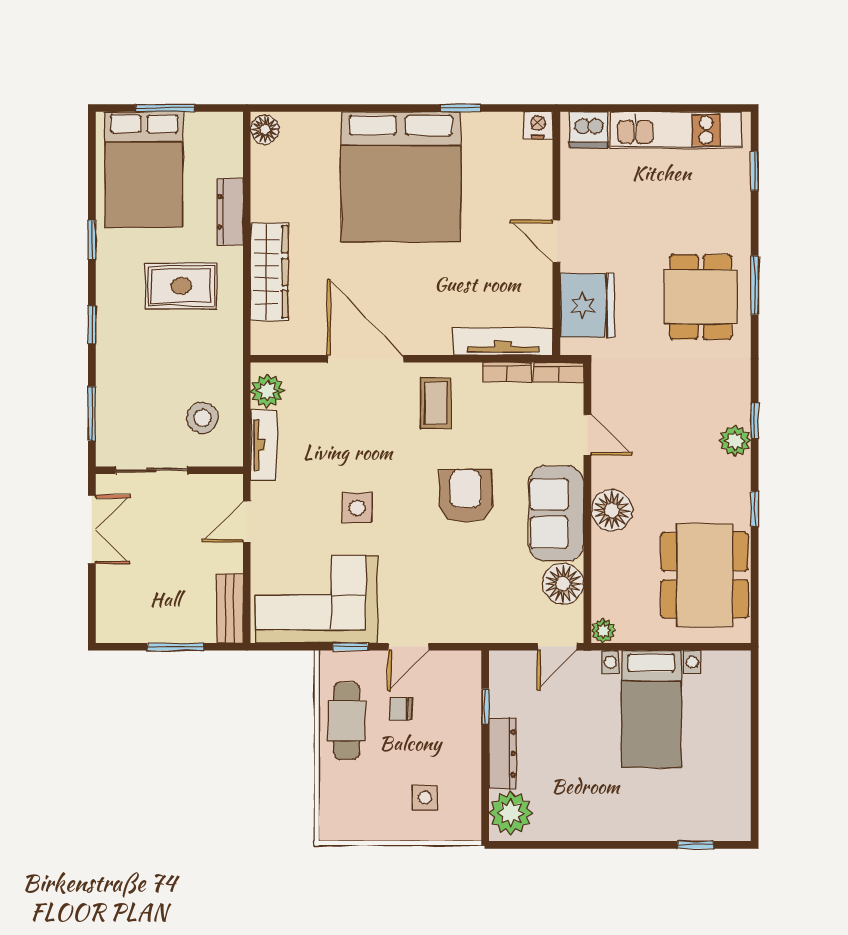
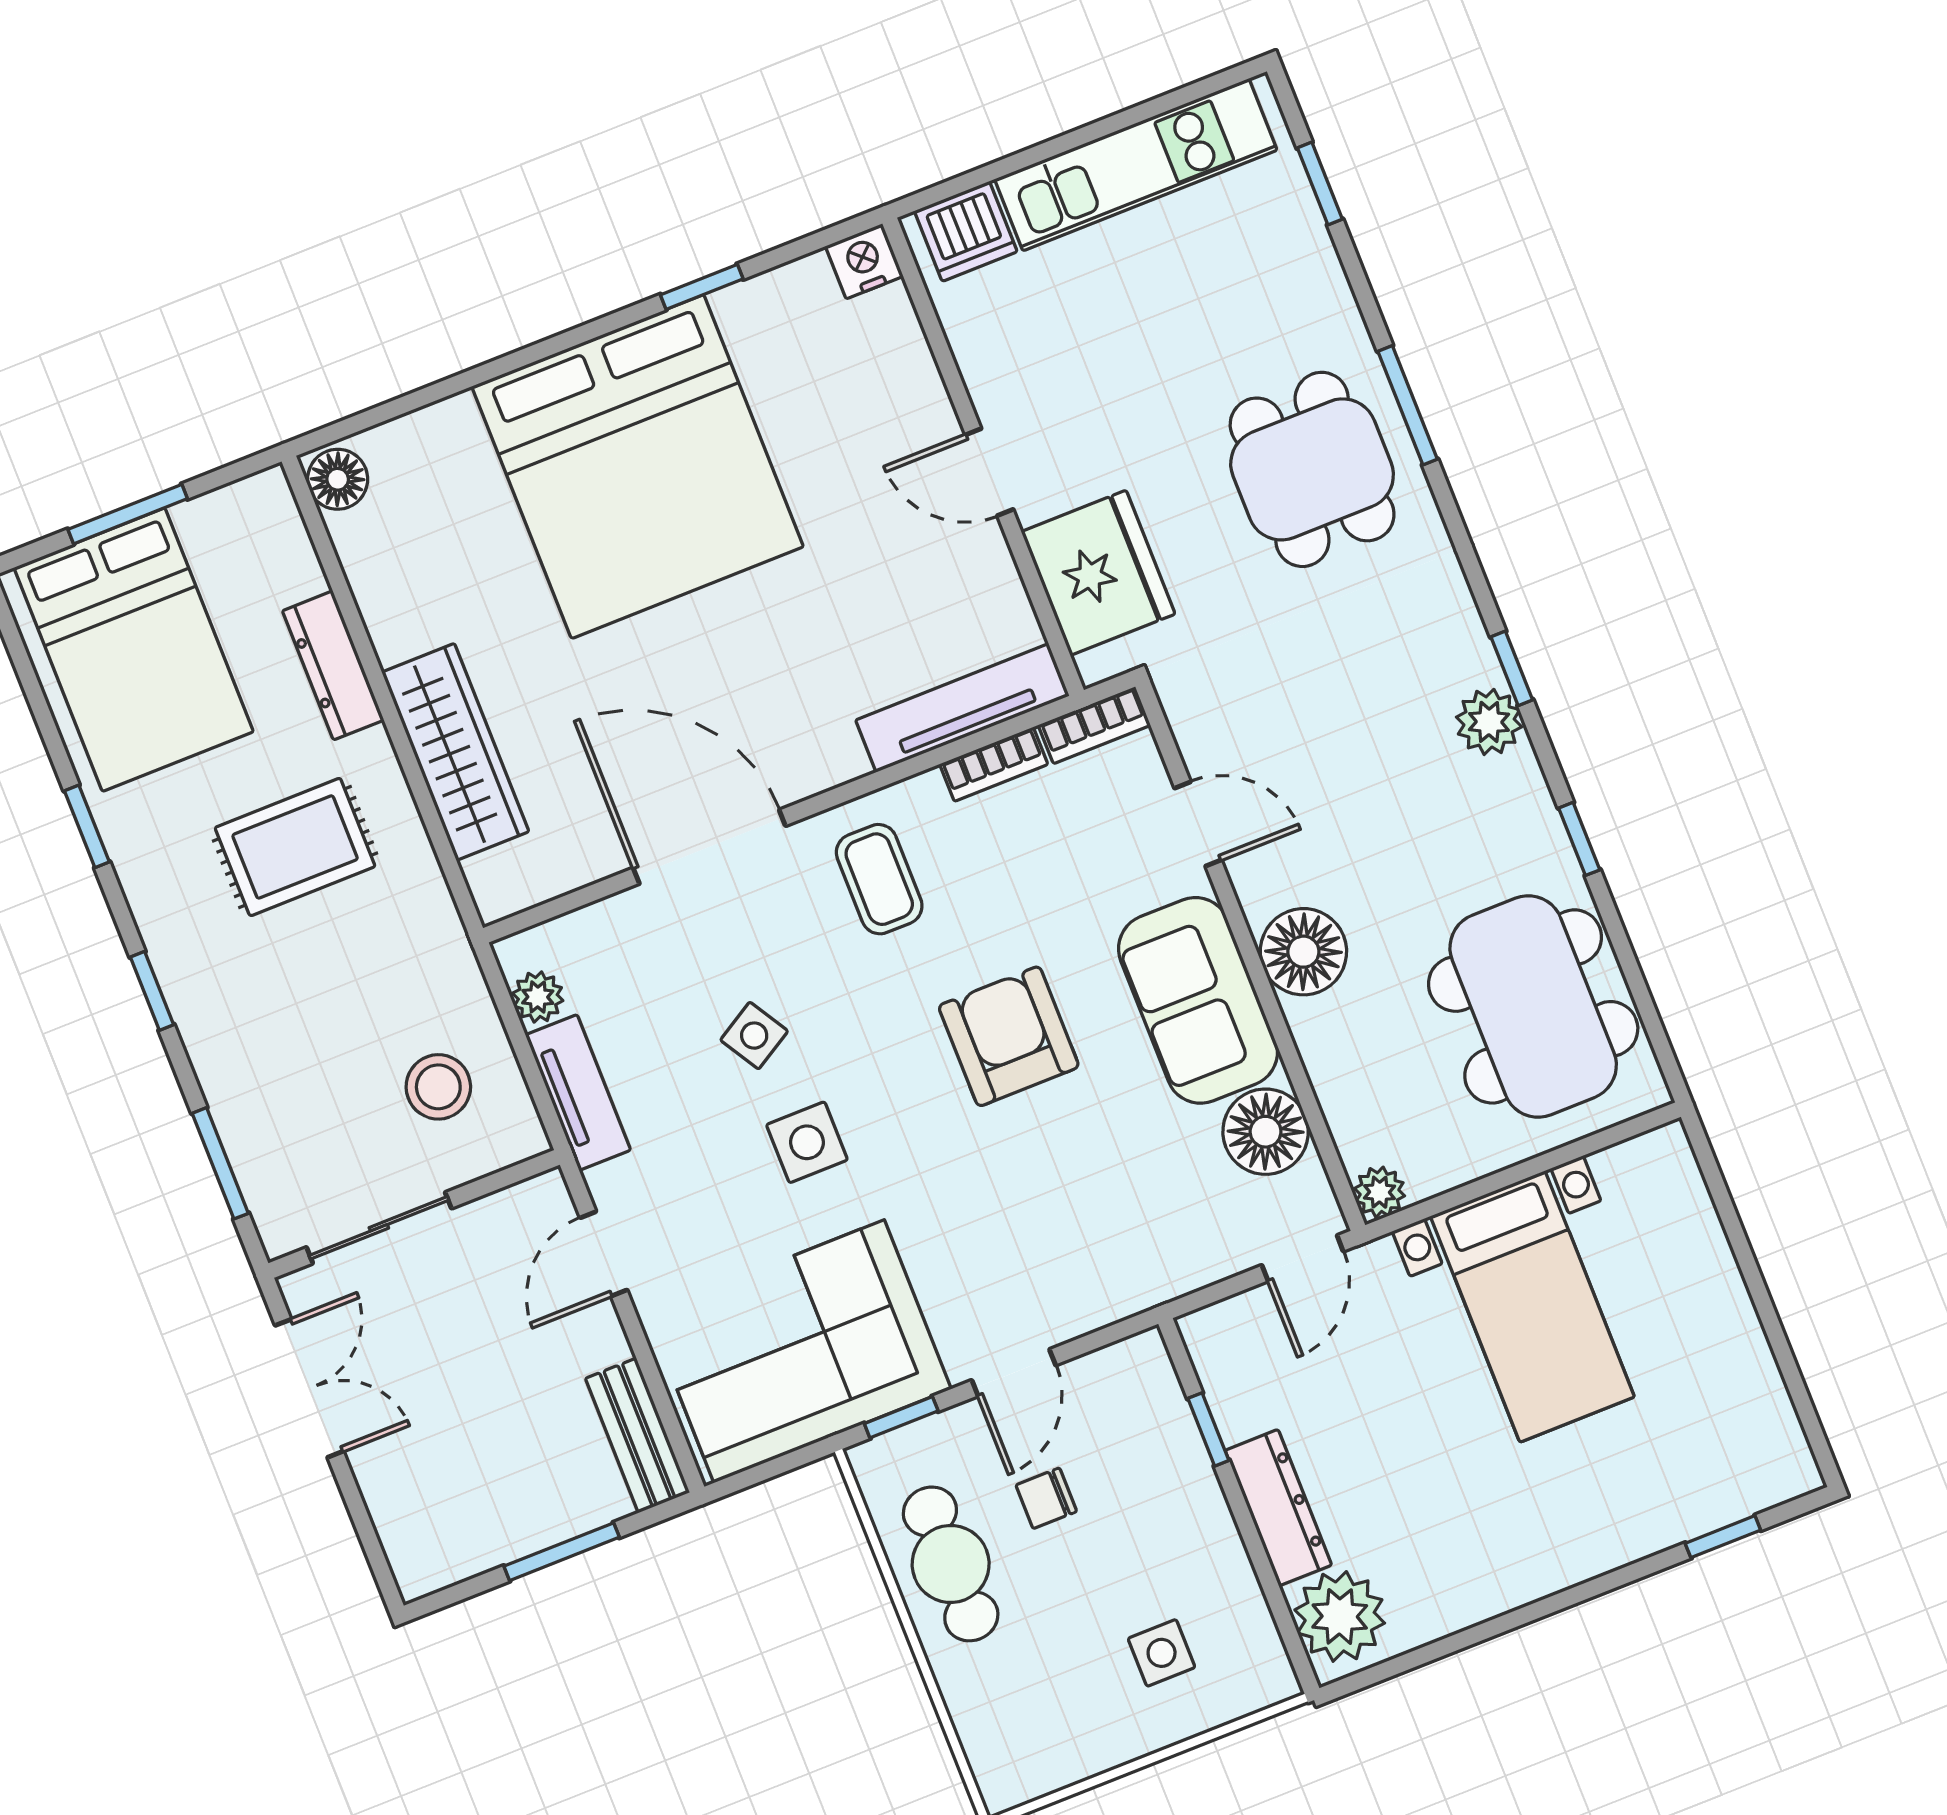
plant: (267, 391) -> (538, 997), width x0.73, depth x0.73
side table: (352, 451) -> (754, 1036), added

